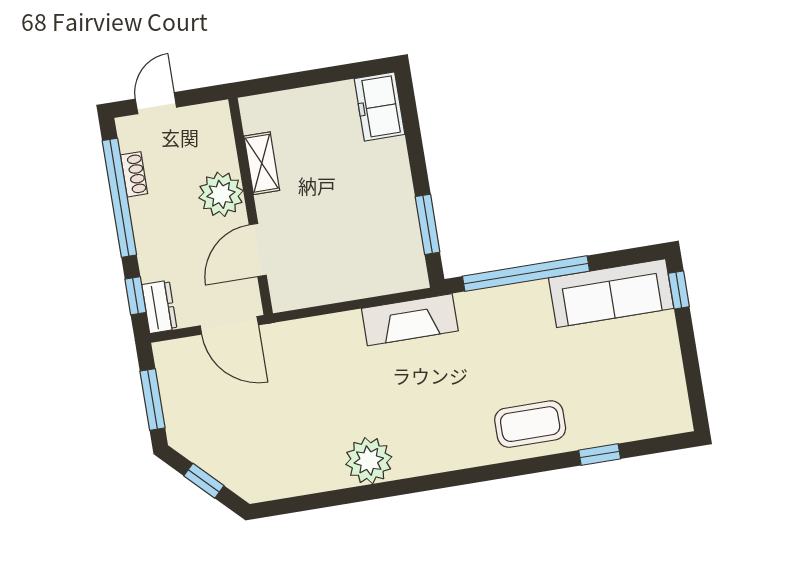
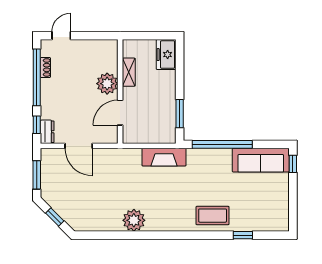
shelving: (262, 163) -> (129, 72), moved
plant: (221, 194) -> (107, 84), moved
wall: (251, 206) -> (120, 92), moved
door: (258, 250) -> (120, 113), moved

